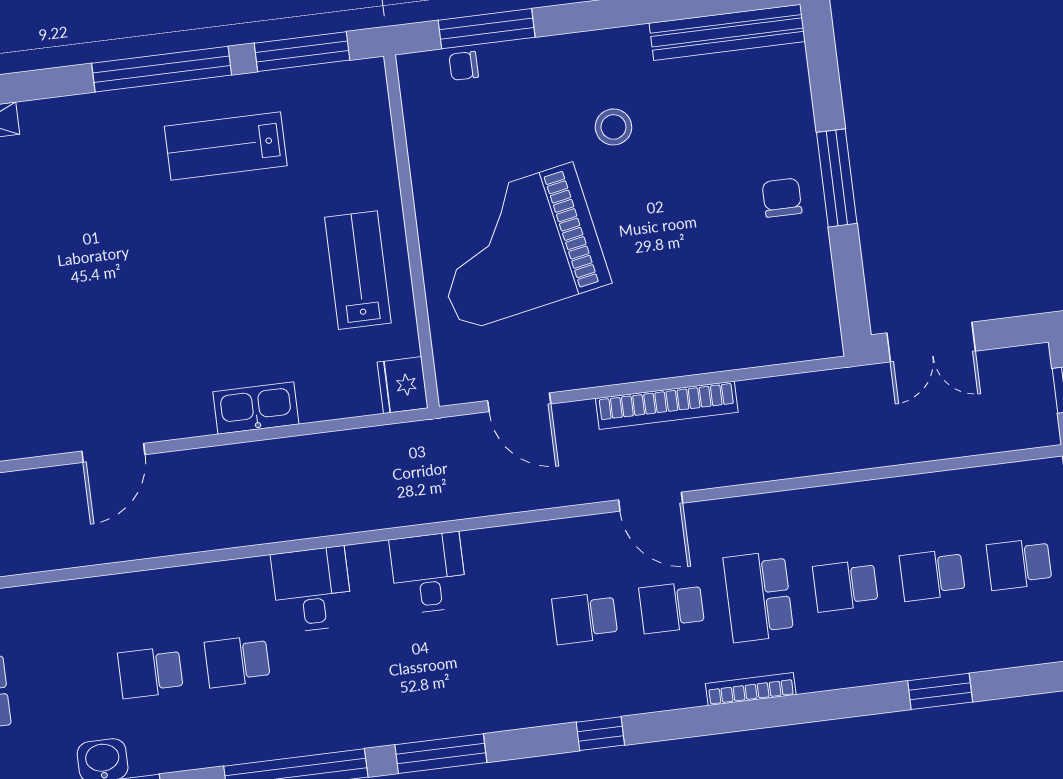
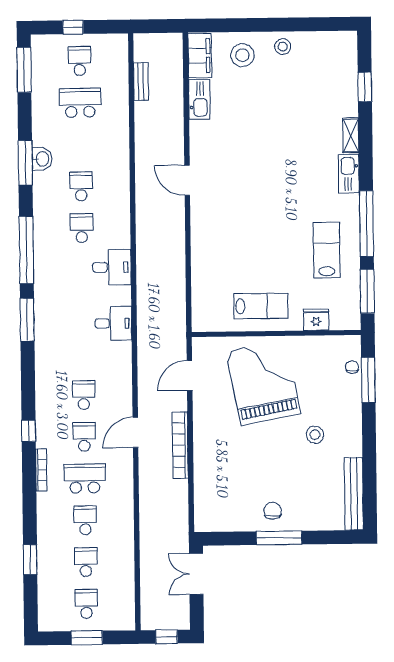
chair: (782, 198) -> (273, 511), turned -90
fridge: (403, 385) -> (316, 320), moved
kitchen sink: (256, 408) -> (349, 174), moved, turned 180
window: (600, 734) -> (29, 431), moved

